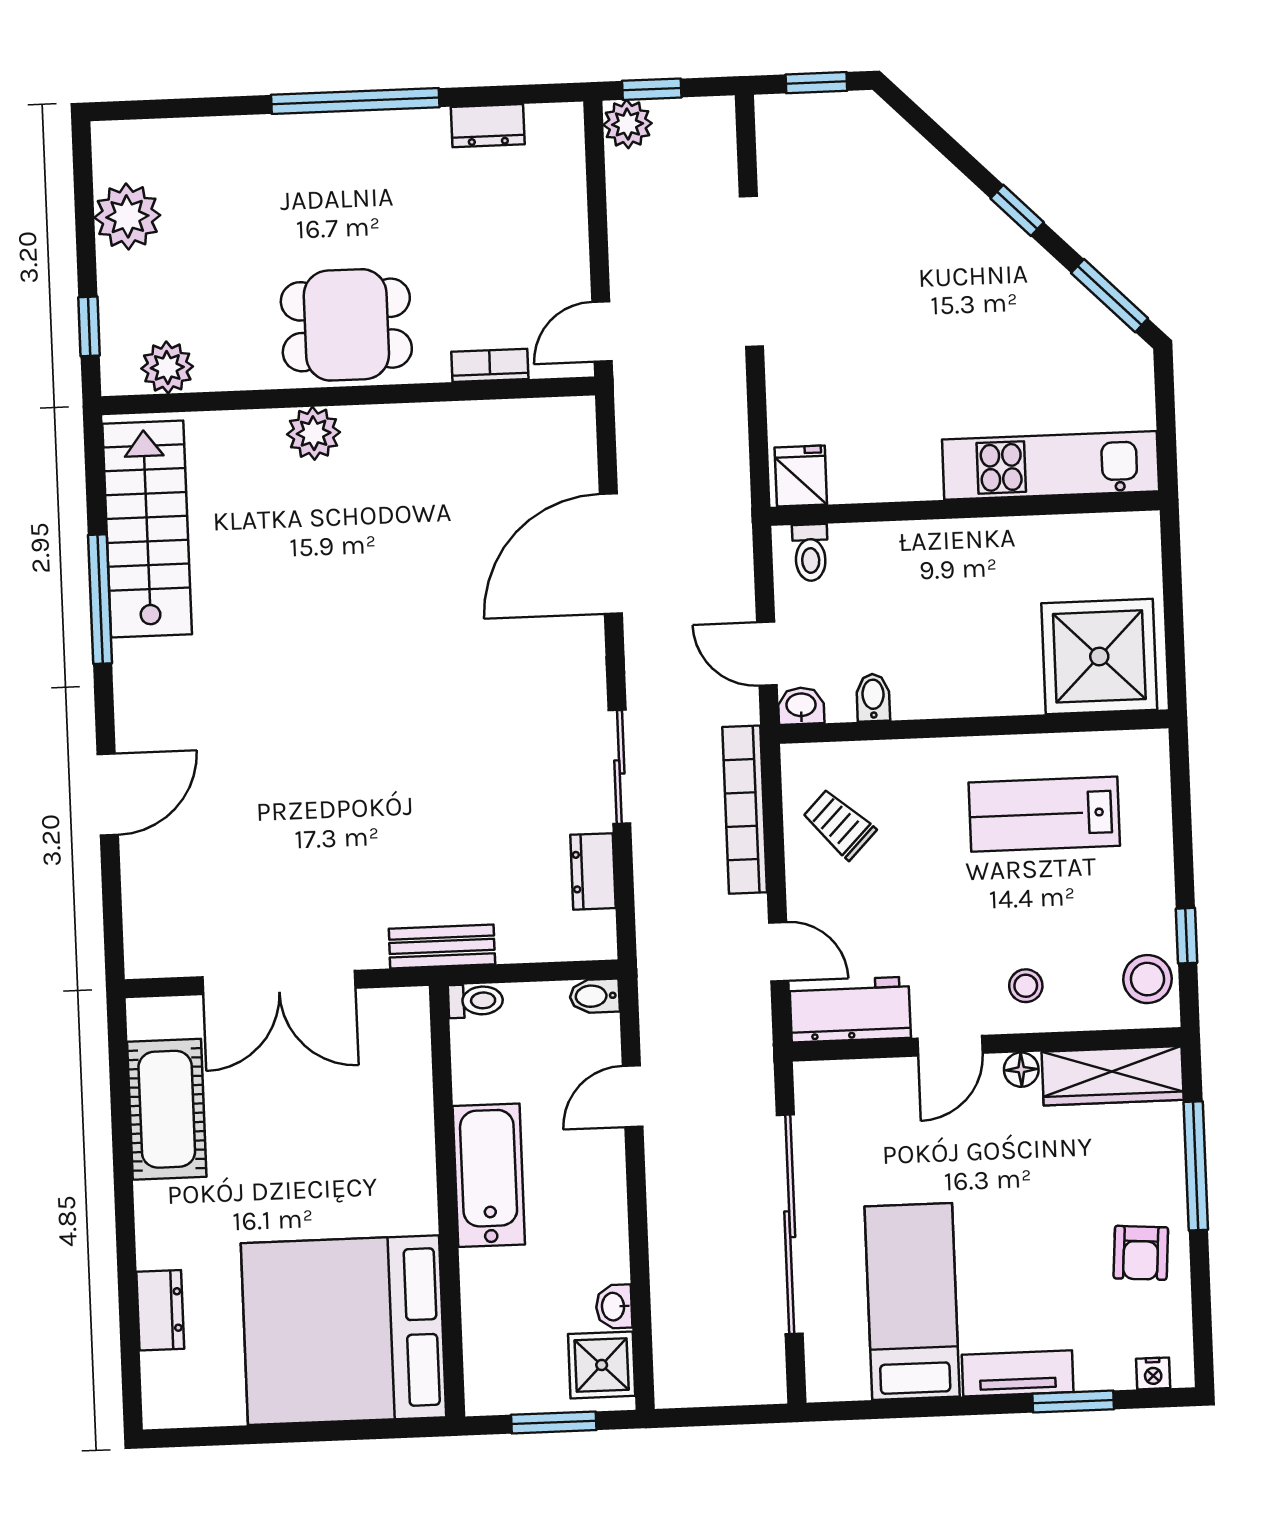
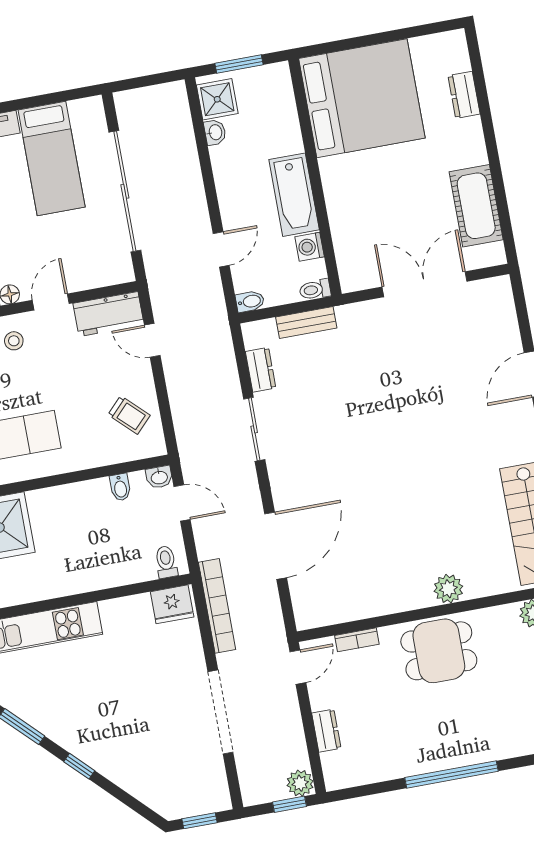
dresser: (488, 126) -> (326, 731), moved, turned 90
fridge: (801, 476) -> (172, 604), width x1.38
bookcase: (745, 810) -> (217, 606), moved
bench: (442, 946) -> (306, 323), moved
washing machine: (474, 1079) -> (310, 247), added

